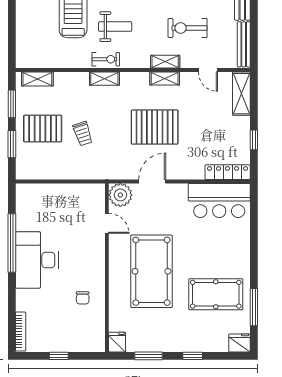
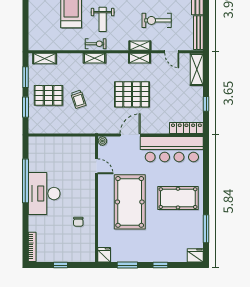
weight bench: (115, 27) -> (103, 19), turned 90
plant: (120, 195) -> (102, 141), width x0.53, depth x0.53
bar counter: (219, 200) -> (172, 149), width x1.36
pool table: (216, 294) -> (178, 198), moved

